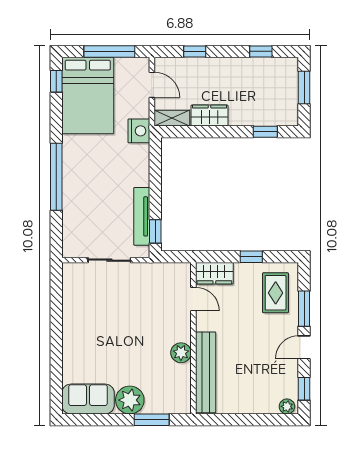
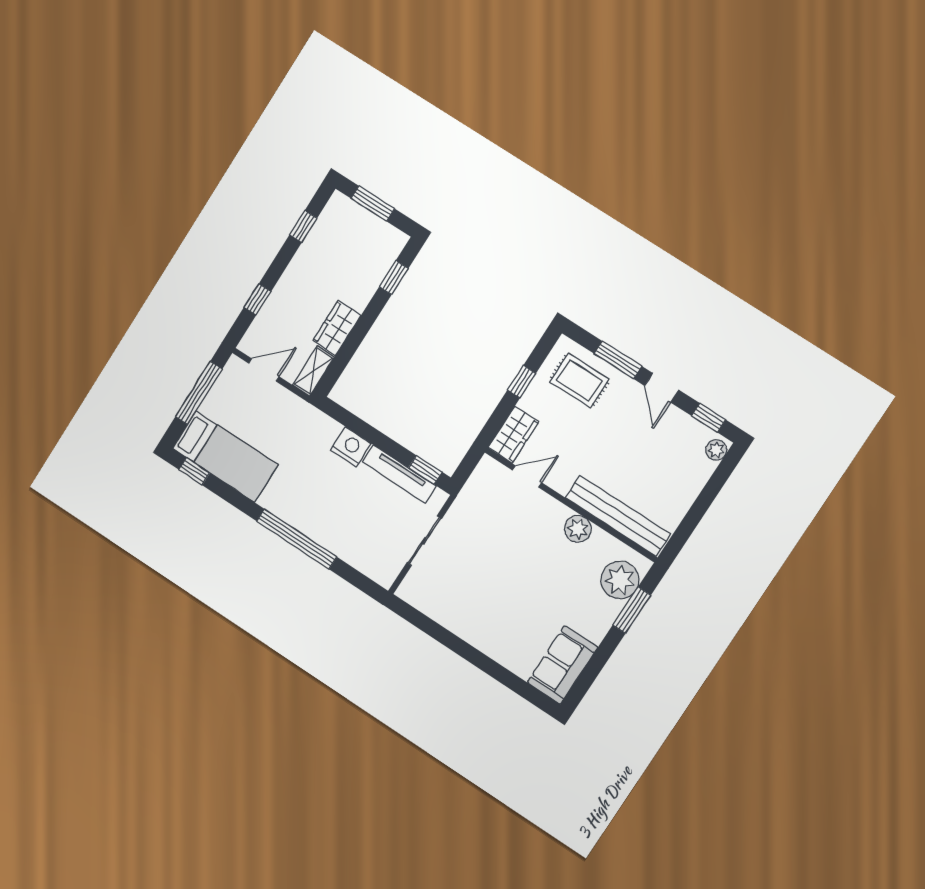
bed: (88, 95) -> (225, 457), width x0.67
nightstand: (139, 131) -> (351, 447), moved
plant: (130, 400) -> (620, 580), moved

